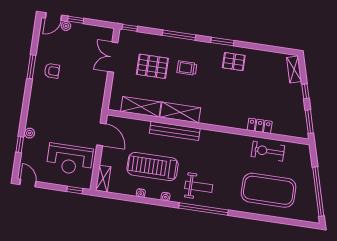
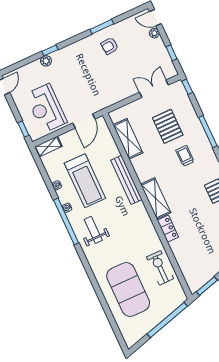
window: (76, 20) -> (172, 53), moved
armchair: (52, 71) -> (110, 46), turned 85
shelving: (180, 113) -> (156, 198), moved
locker: (260, 126) -> (168, 229), moved
window: (20, 144) -> (50, 50), moved
treadmill: (153, 166) -> (85, 181), turned 180
weight bench: (199, 187) -> (93, 230), turned 180
window: (318, 192) -> (167, 320), moved
window: (204, 209) -> (66, 221), moved

